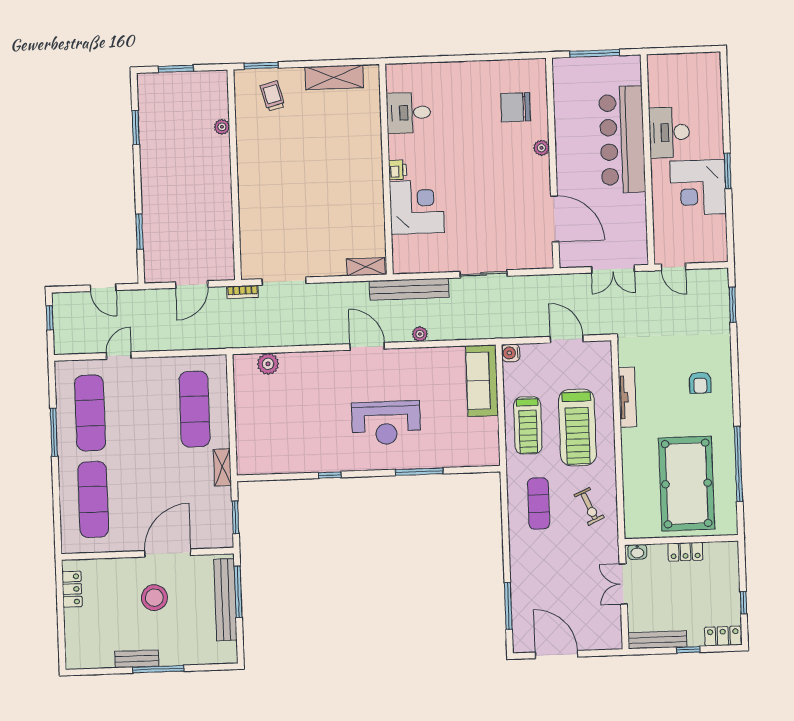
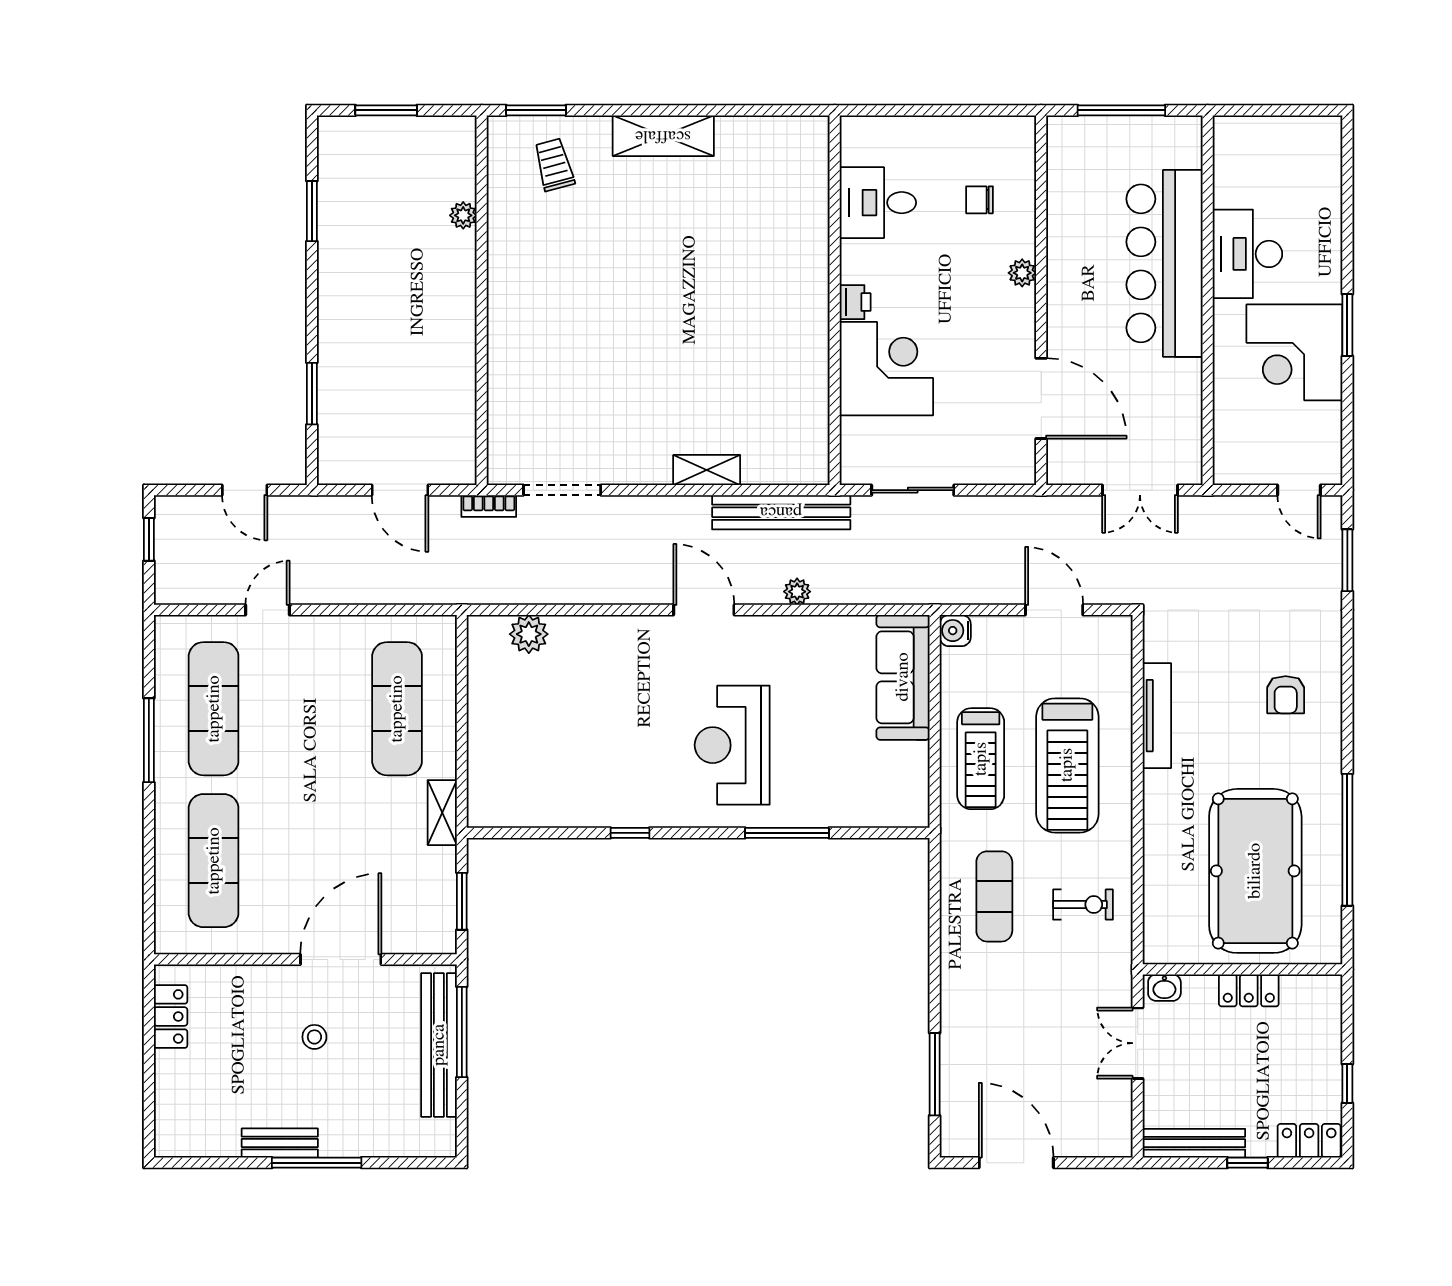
chair: (516, 107) -> (980, 200), width x0.54, depth x0.54
desk: (408, 113) -> (878, 203), moved
wall: (386, 169) -> (835, 300), moved
printer: (398, 170) -> (855, 302), moved
corner desk: (417, 207) -> (886, 369), moved
door: (673, 267) -> (1299, 490), moved
door: (192, 285) -> (400, 490), hinge flipped
reception desk: (386, 423) -> (732, 745), turned 90
exercise bike: (589, 506) -> (1083, 905), turned -66
stool: (154, 598) -> (314, 1037), width x0.53, depth x0.53

